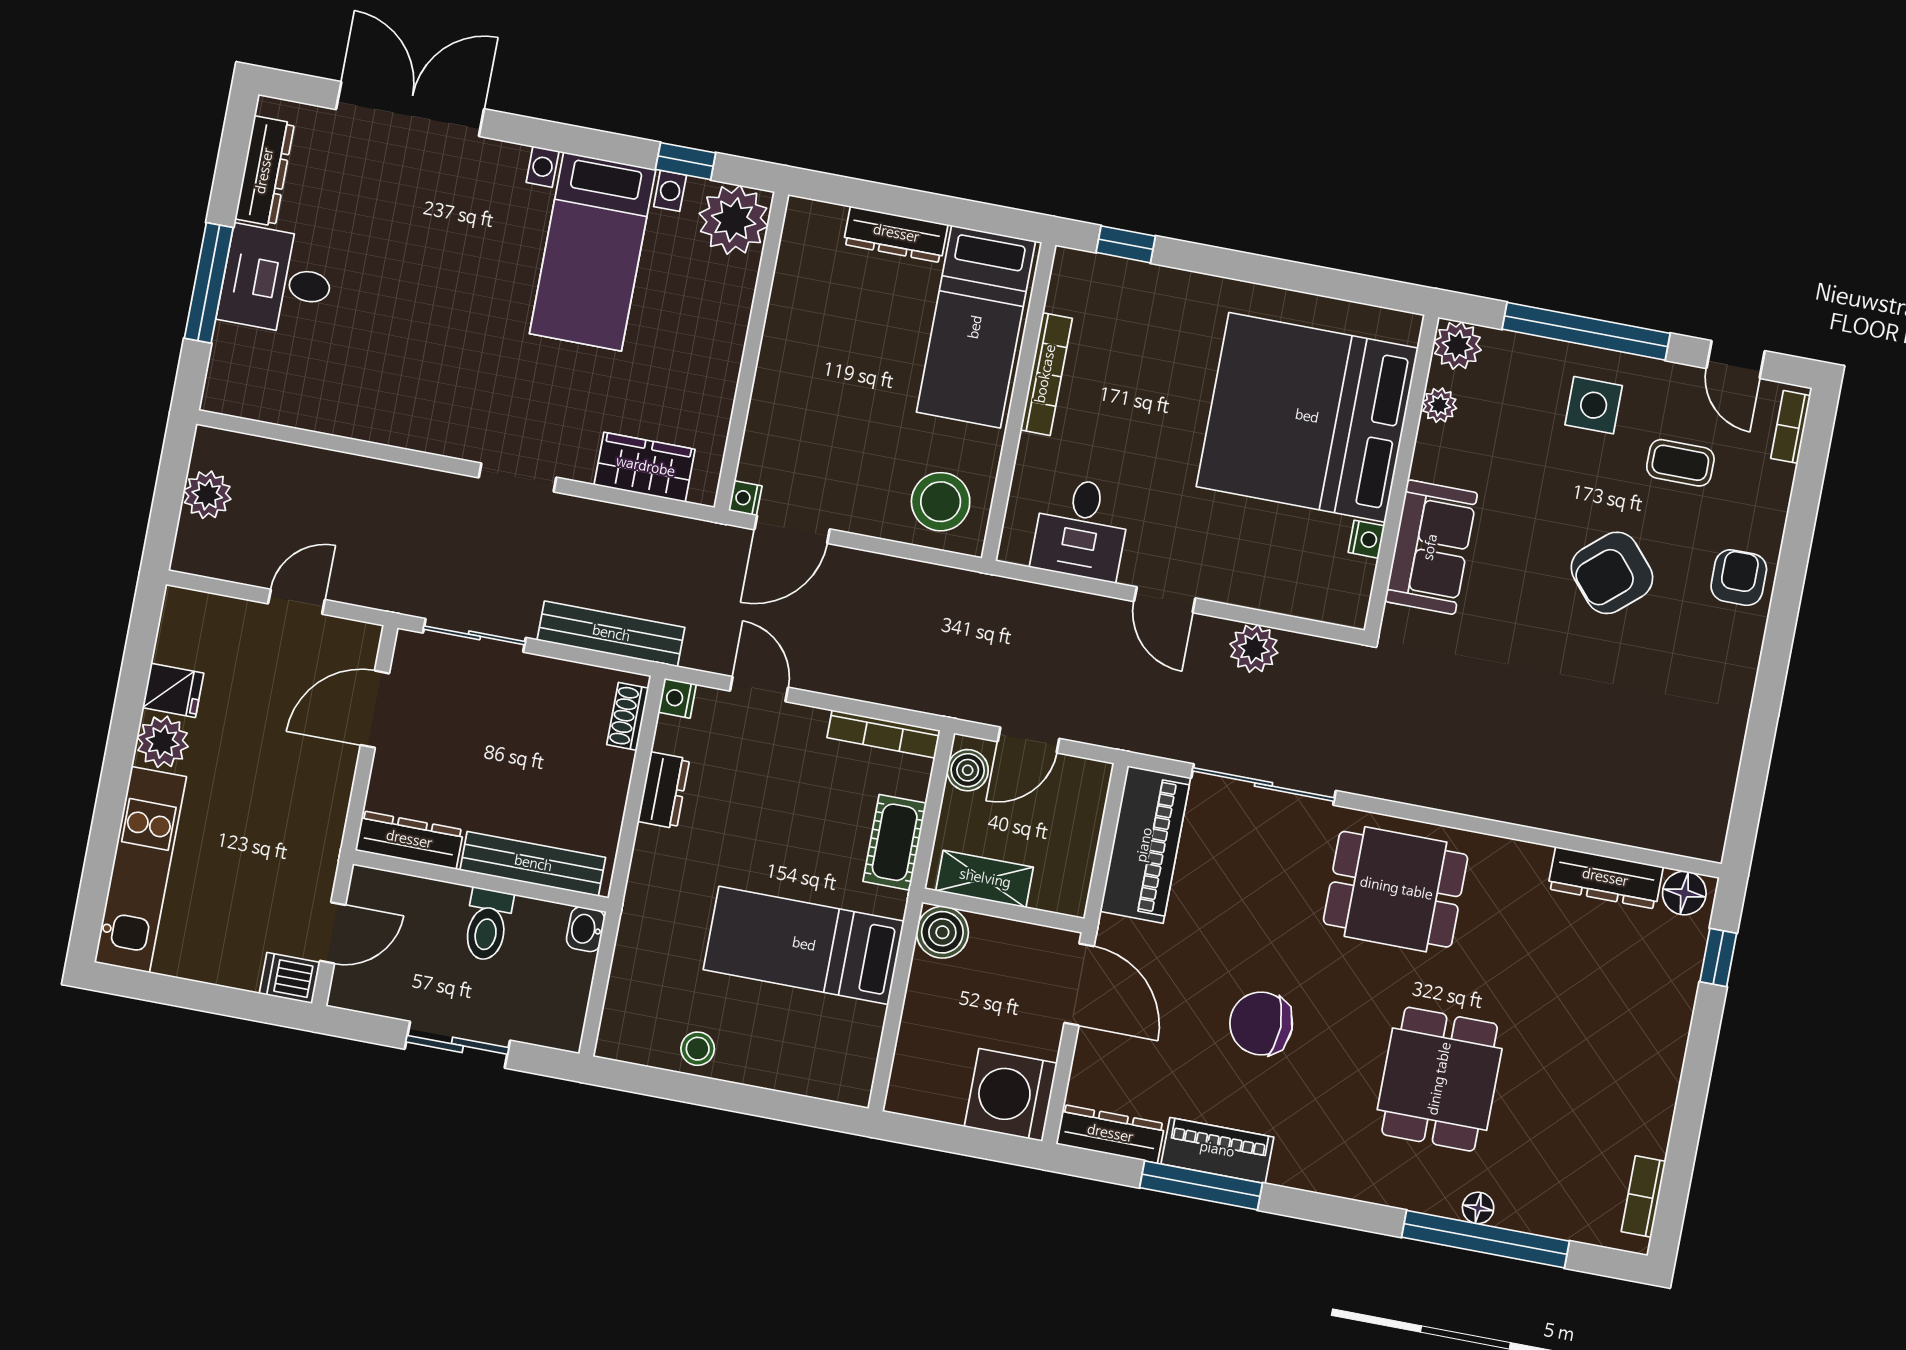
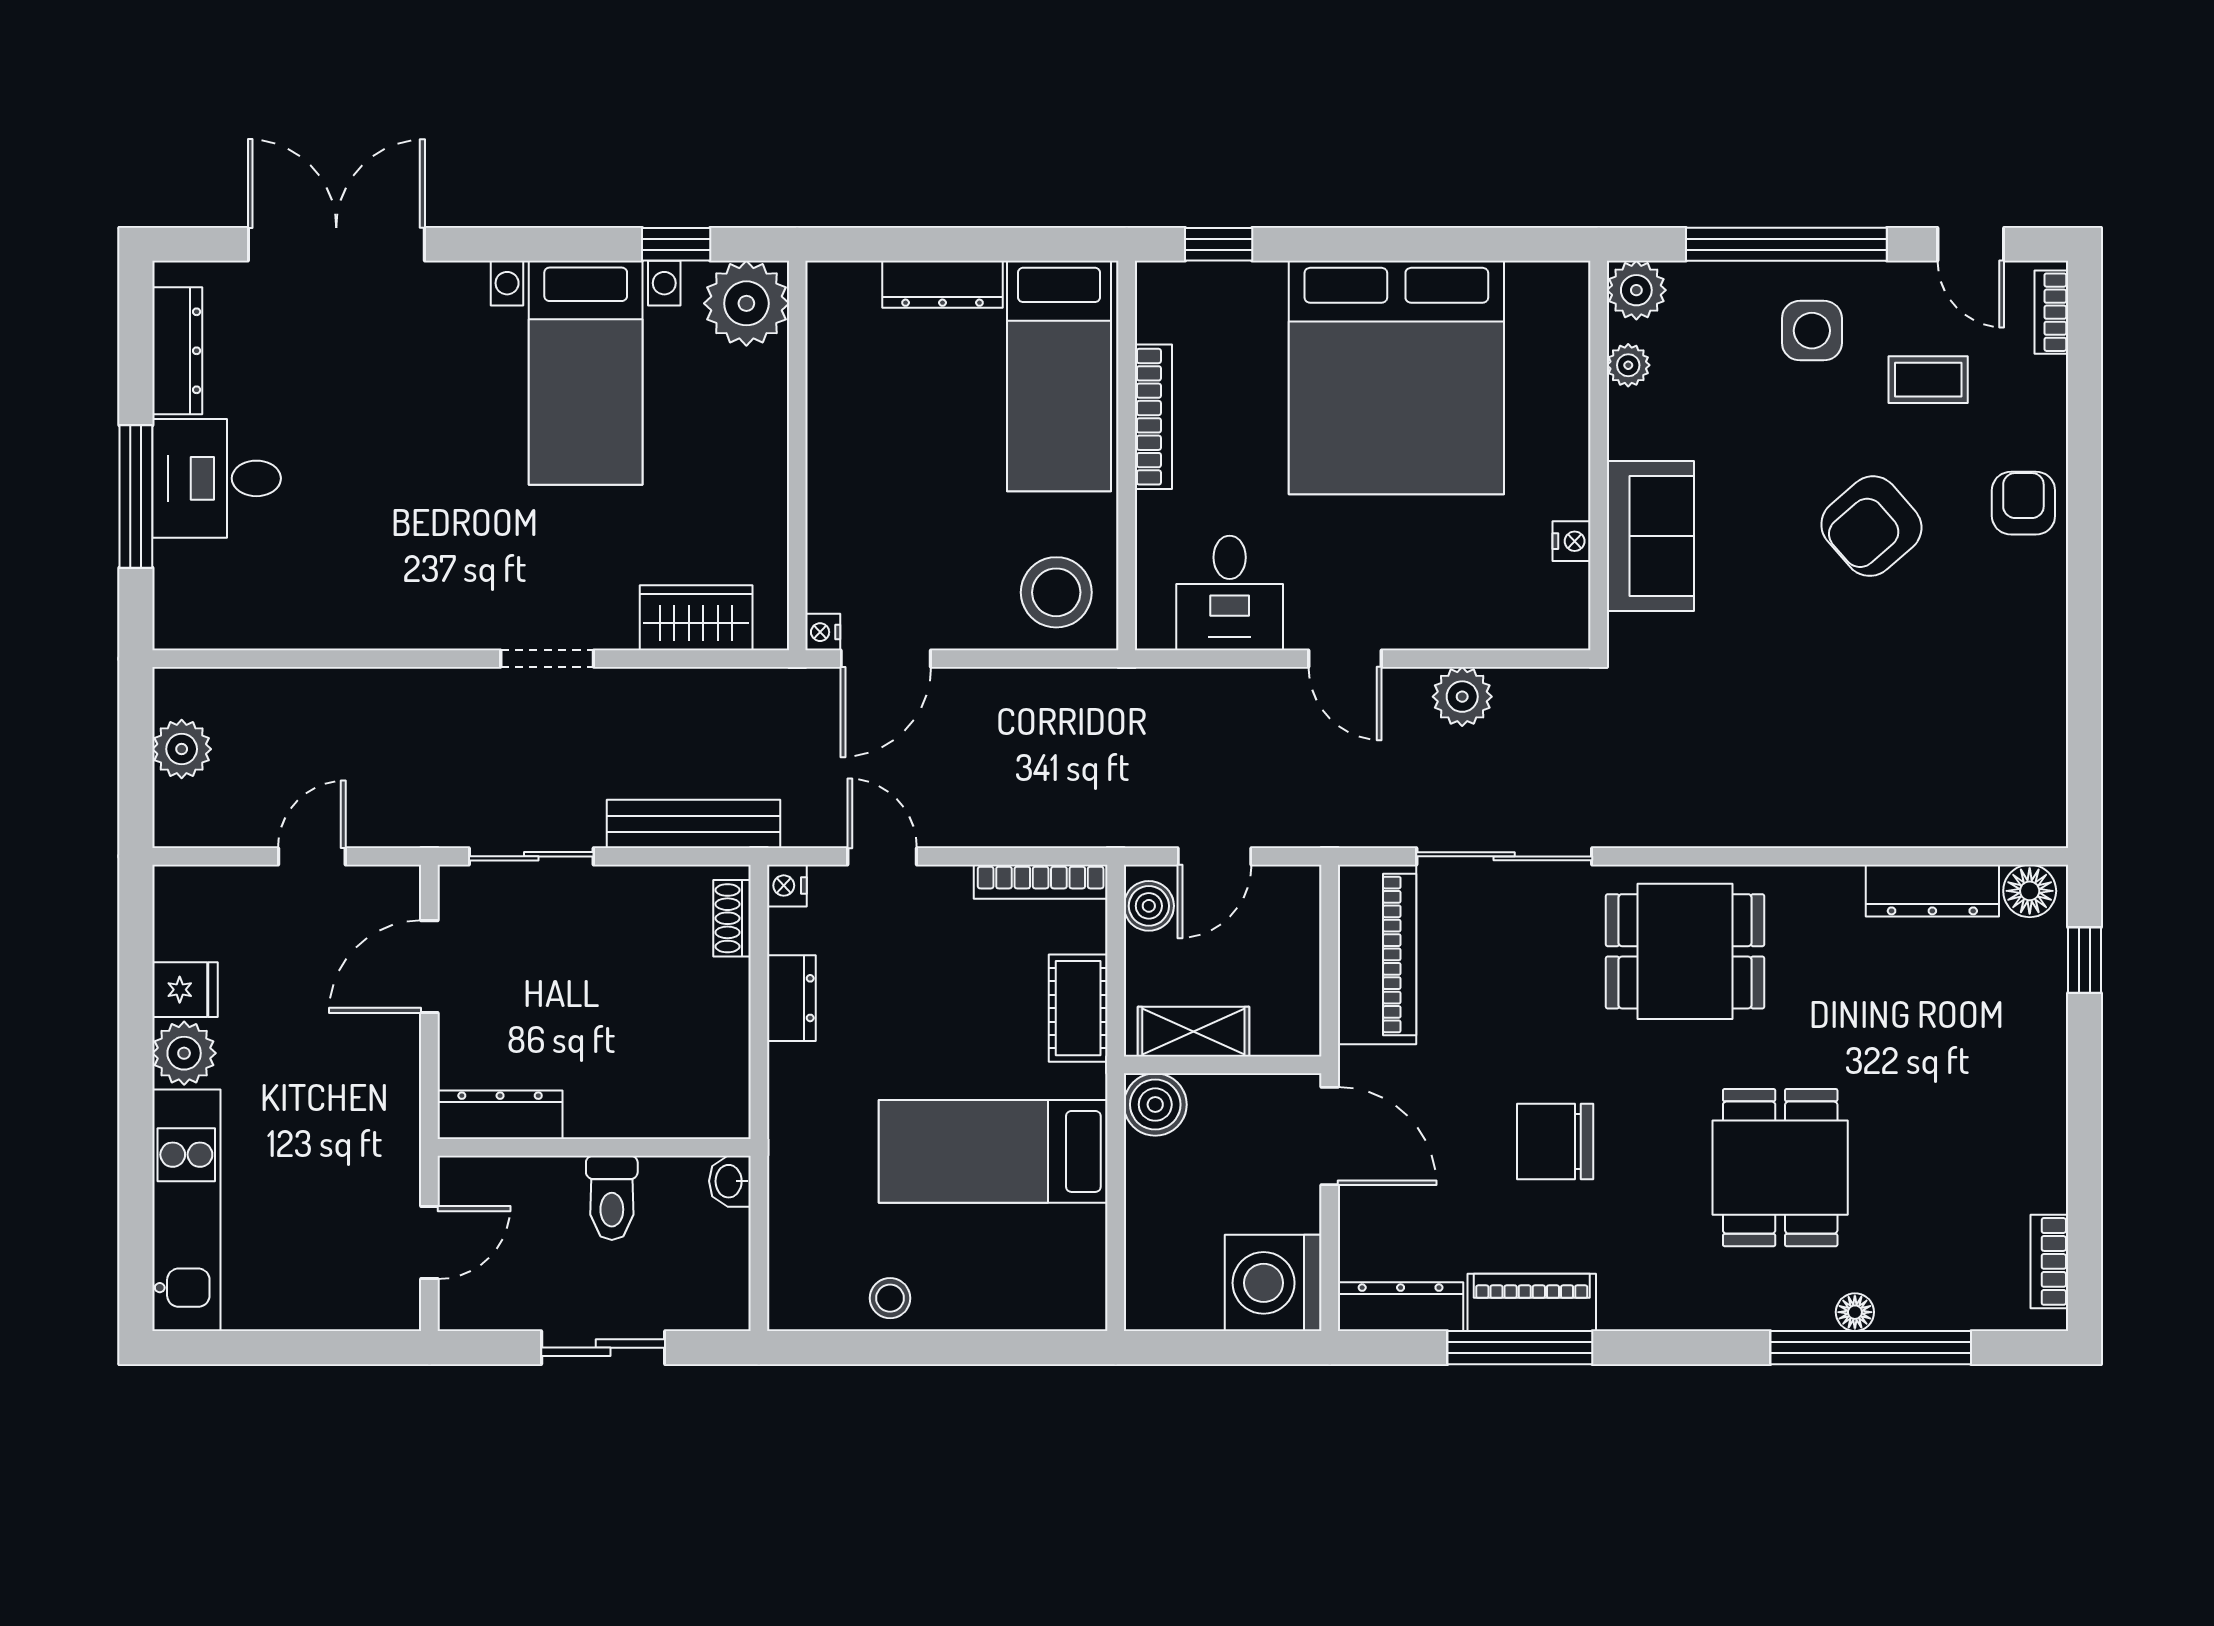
bed: (1307, 417) -> (1396, 378), moved, turned -90
bench: (533, 864) -> (652, 1115), removed
dishwasher: (290, 978) -> (388, 1306), removed

